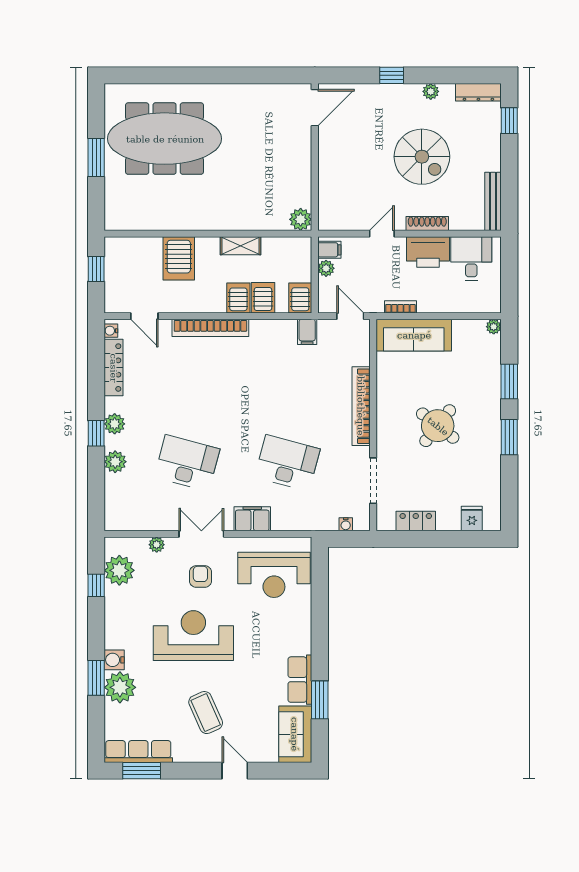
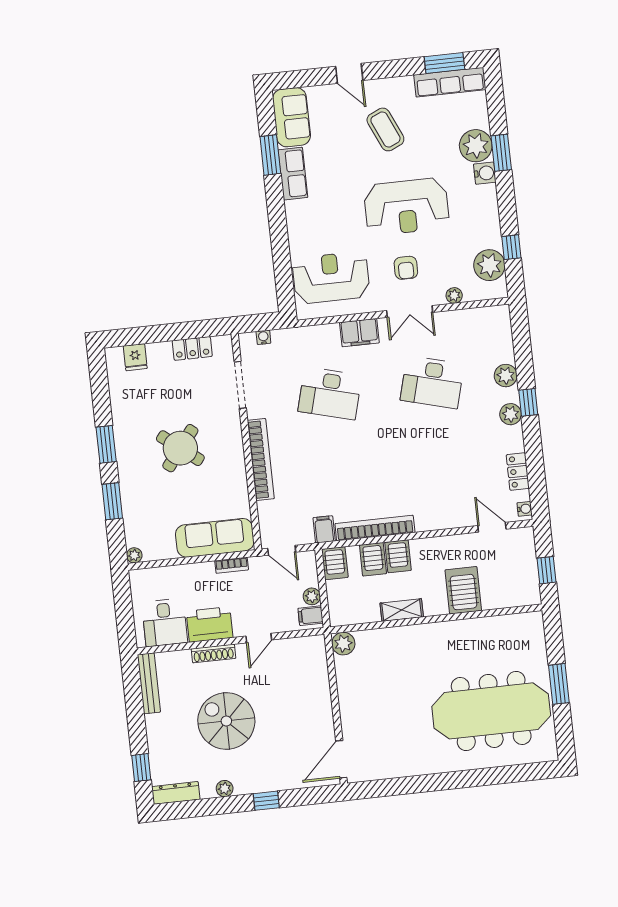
bookcase: (210, 328) -> (375, 528), moved
locker: (114, 368) -> (518, 472), width x0.66

